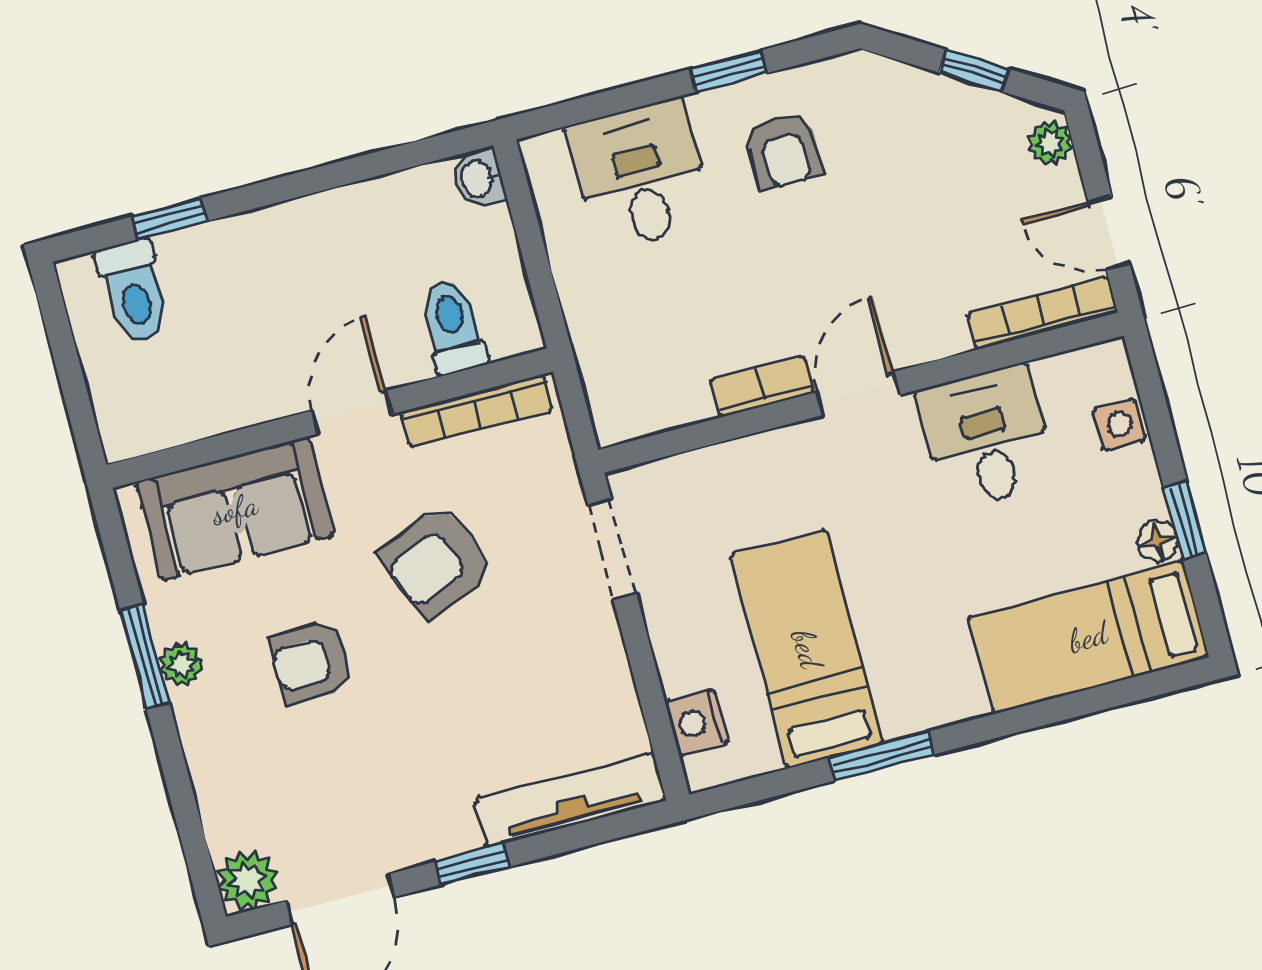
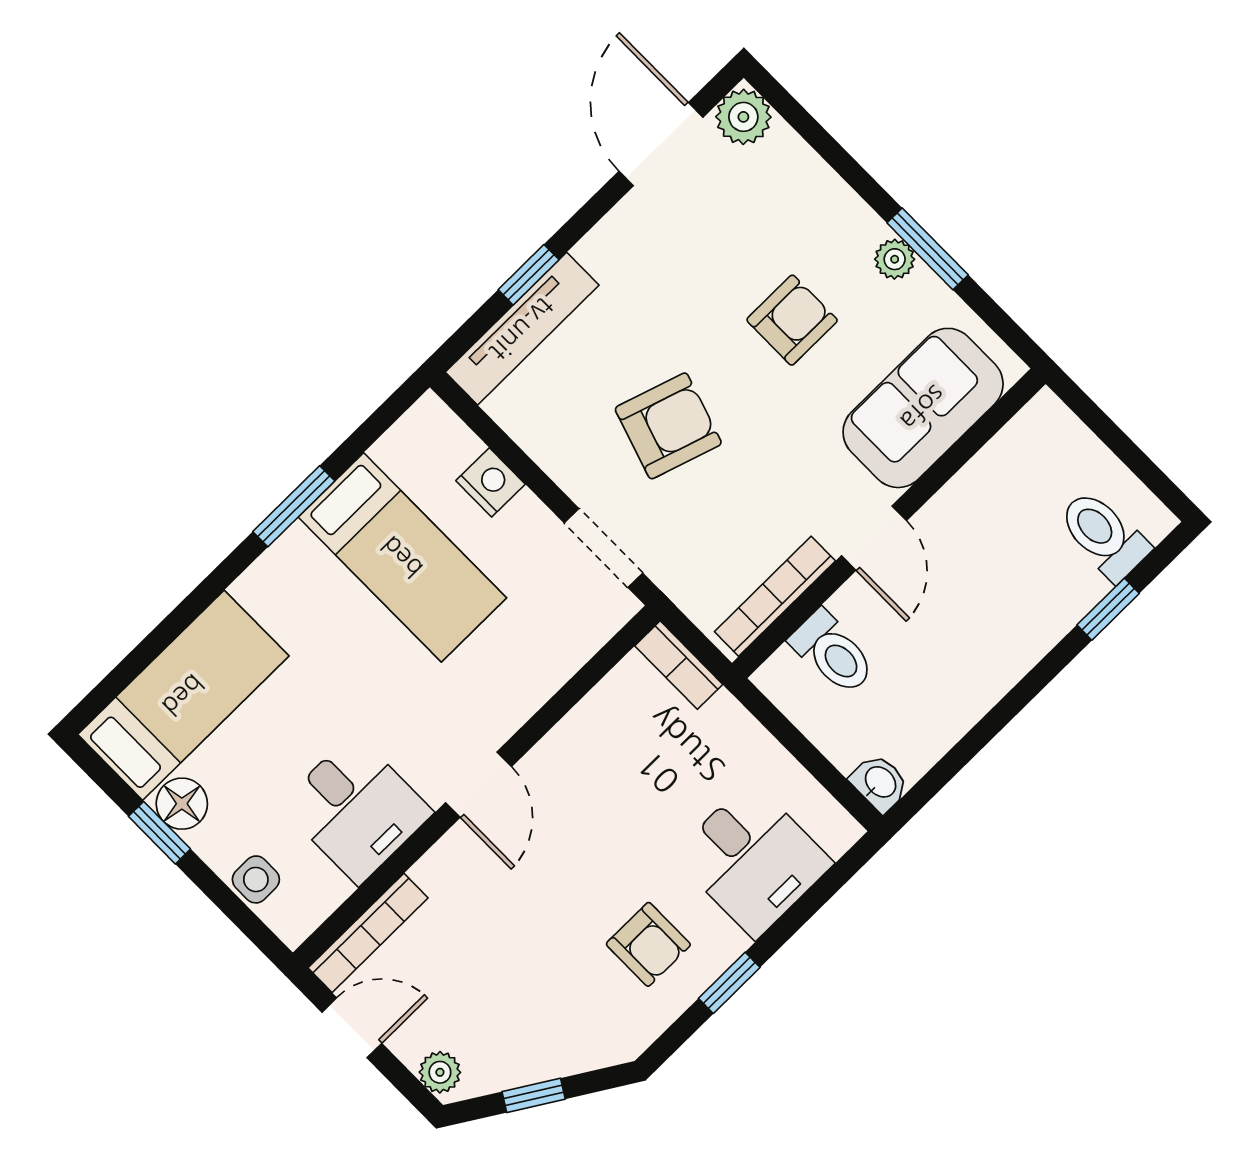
armchair: (784, 151) -> (648, 944), turned 180
bookcase: (762, 387) -> (679, 665), moved, turned 90
floor lamp: (1157, 541) -> (182, 804), width x1.37, depth x1.37
armchair: (436, 562) -> (668, 426), moved, turned 40
nightstand: (697, 722) -> (491, 482), moved
window: (472, 864) -> (529, 275), moved

